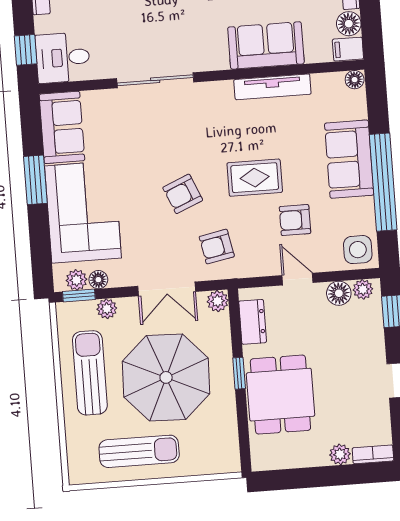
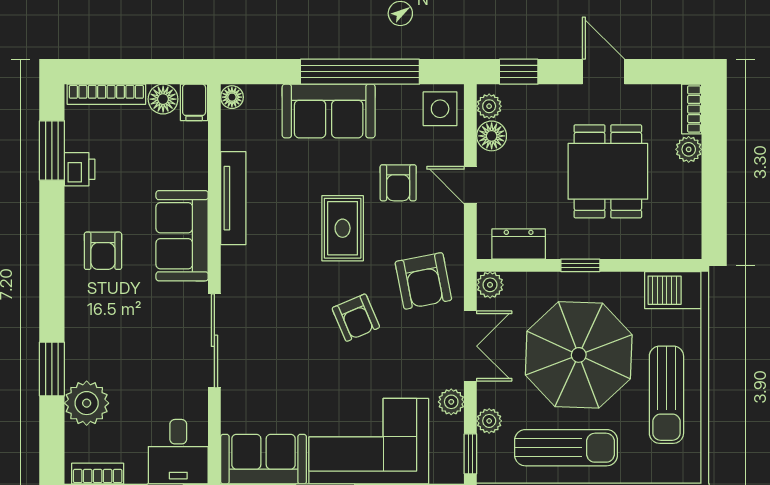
sofa: (266, 45) -> (182, 236), moved
armchair: (217, 247) -> (423, 281), width x1.38, depth x1.38
door: (298, 279) -> (470, 185), hinge flipped
plant: (76, 280) -> (451, 402), moved
floor lamp: (98, 280) -> (453, 429), removed
sun lounger: (90, 373) -> (566, 448), turned 180
dining table: (280, 395) -> (608, 171), moved, turned 90
barbecue: (225, 450) -> (673, 290), added
sun lounger: (139, 451) -> (666, 395), turned 180

